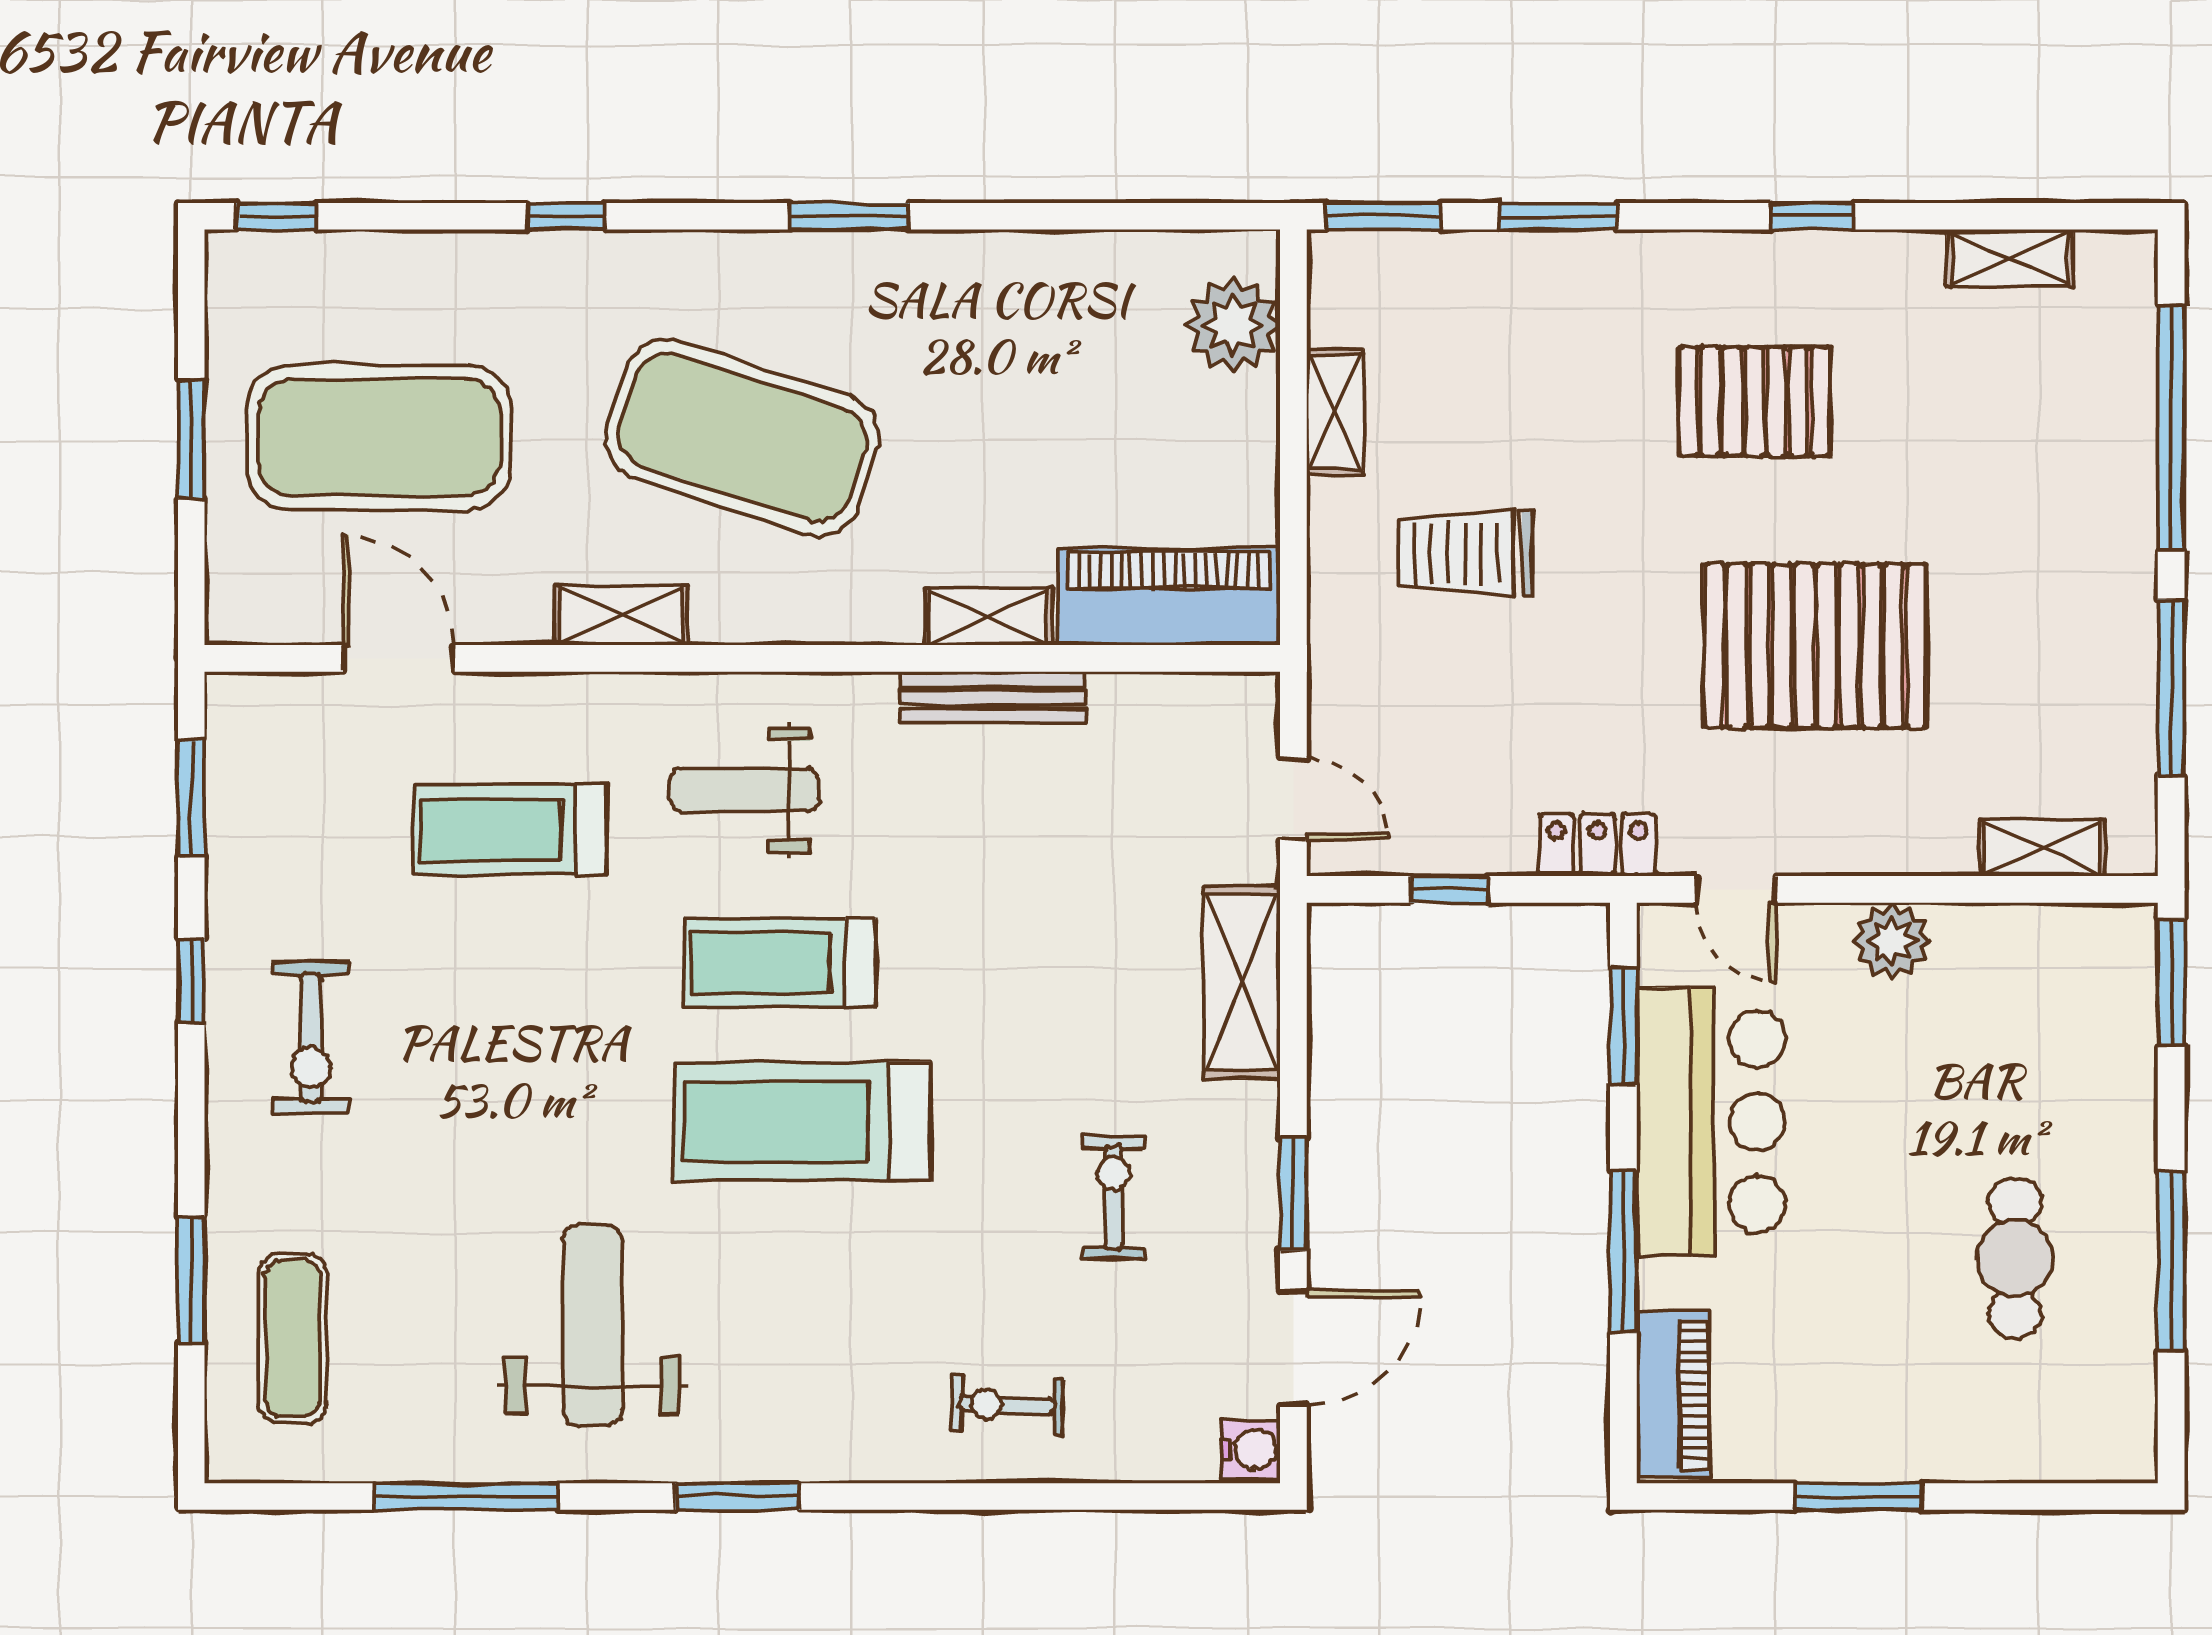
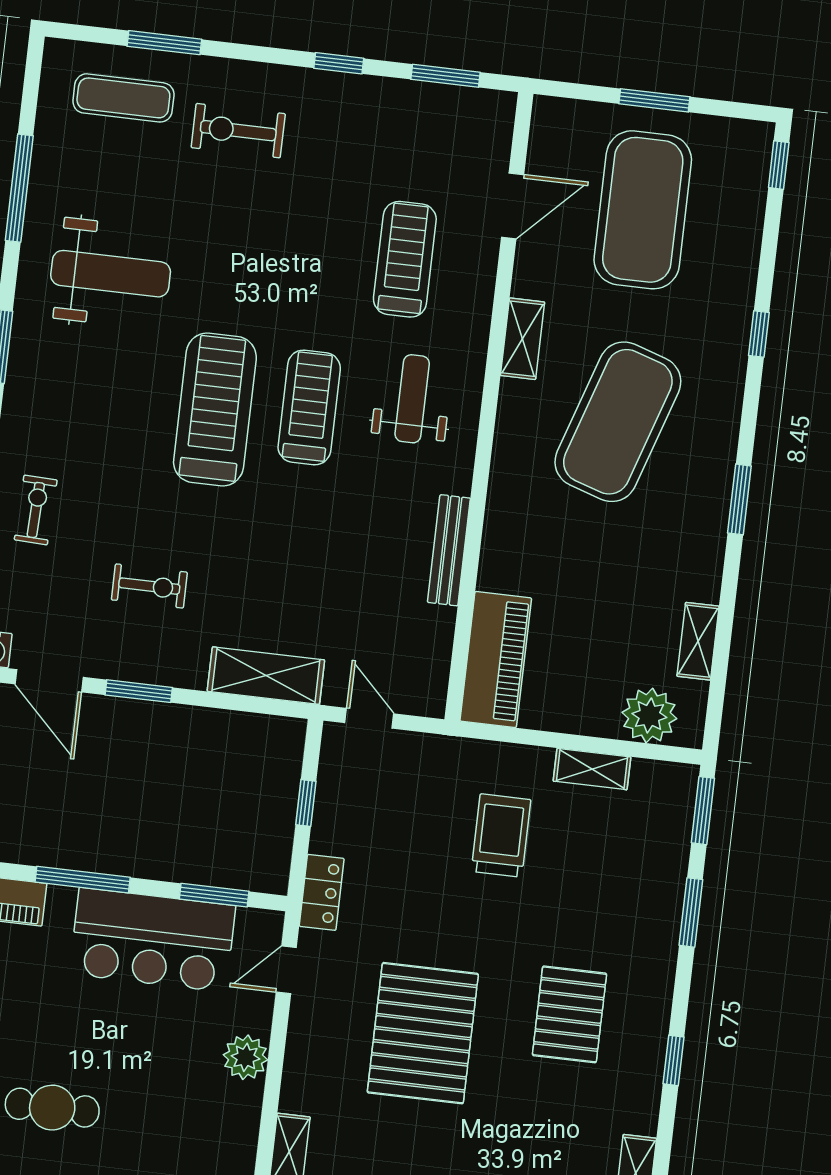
shelving: (989, 617) -> (698, 641), moved
door: (1293, 799) -> (369, 718), swing flipped
exercise bike: (311, 1038) -> (238, 131), moved

